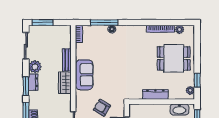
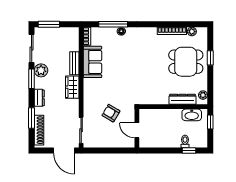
sofa: (84, 75) -> (92, 62), moved
window: (197, 80) -> (210, 58), moved
dresser: (33, 82) -> (39, 98), moved
window: (26, 86) -> (32, 79), moved
dresser: (155, 94) -> (182, 99), moved

